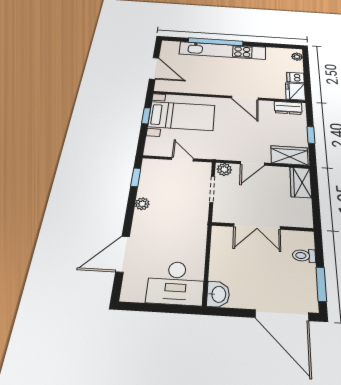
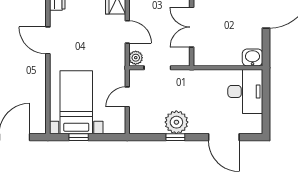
door: (245, 98) -> (48, 40), swing flipped
window: (136, 177) -> (175, 137), moved
plant: (142, 204) -> (176, 122), width x1.87, depth x1.87
double door: (257, 227) -> (192, 27), swing flipped

